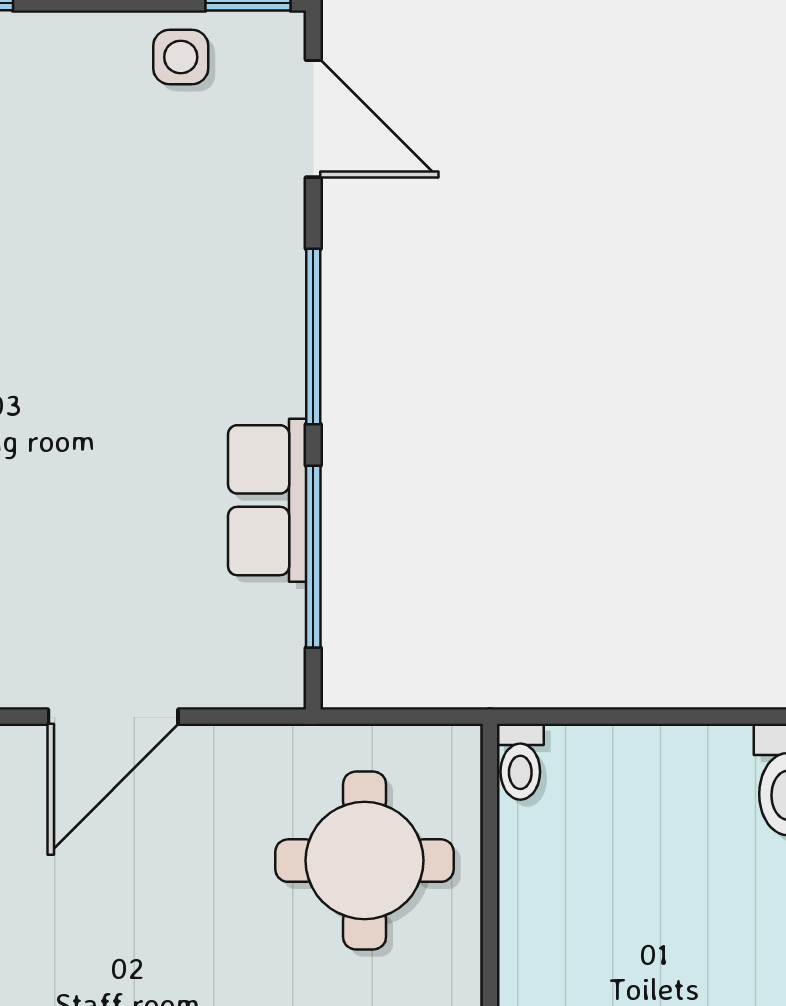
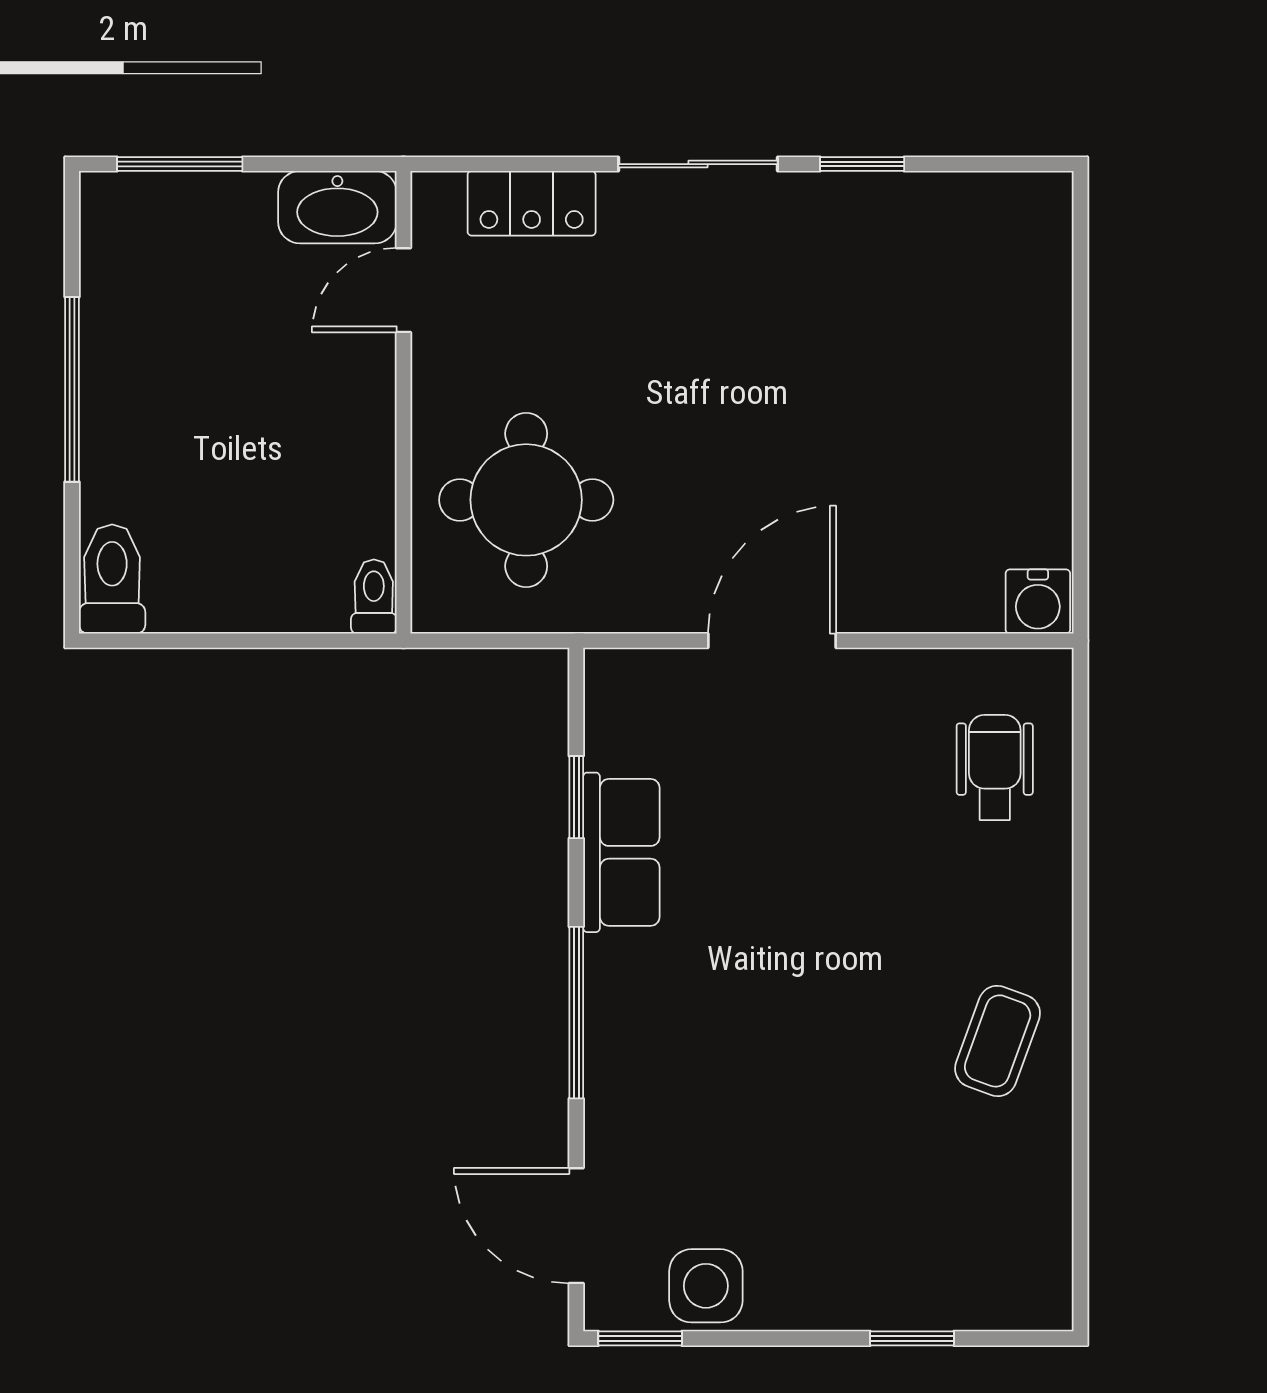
side table: (181, 57) -> (706, 1286), width x1.37, depth x1.37
window: (313, 557) -> (576, 797), width x0.46

